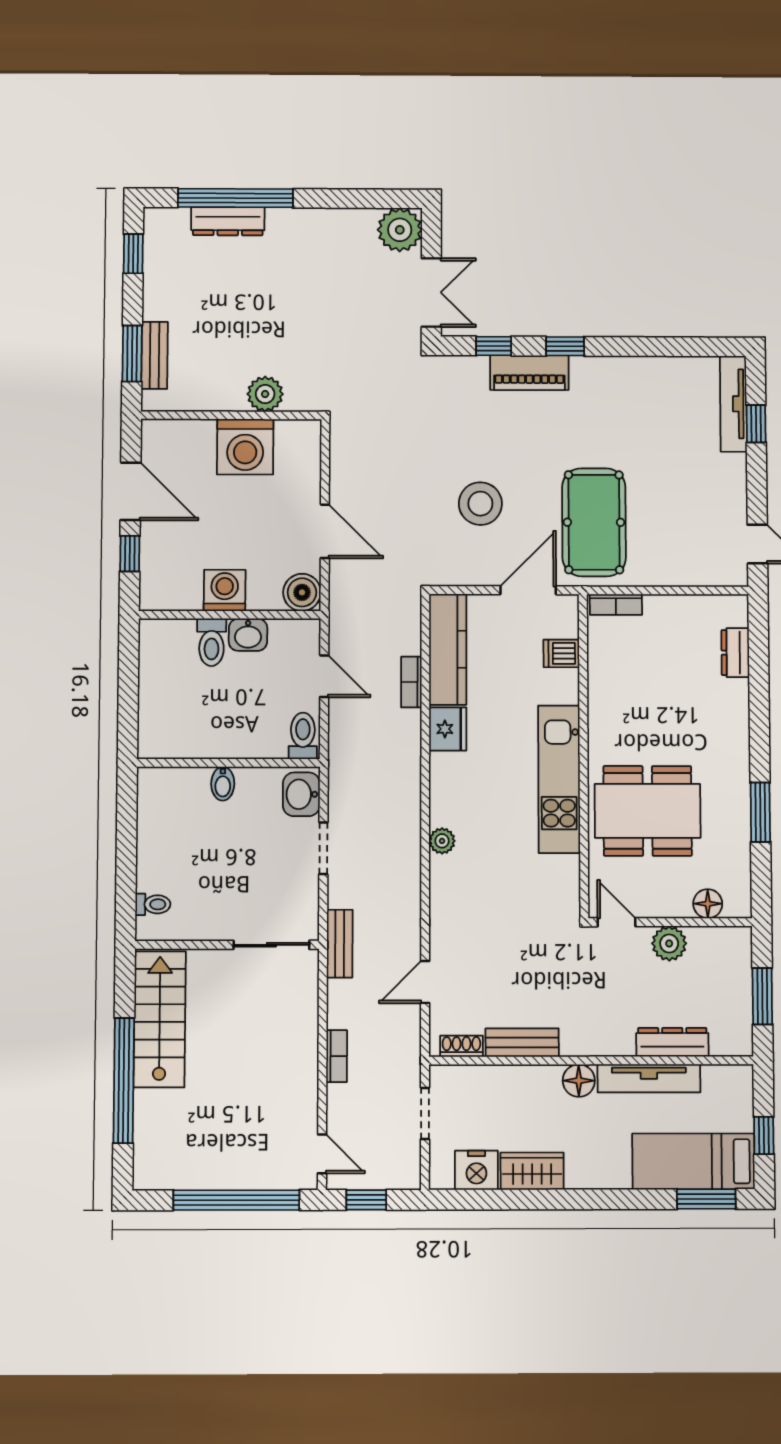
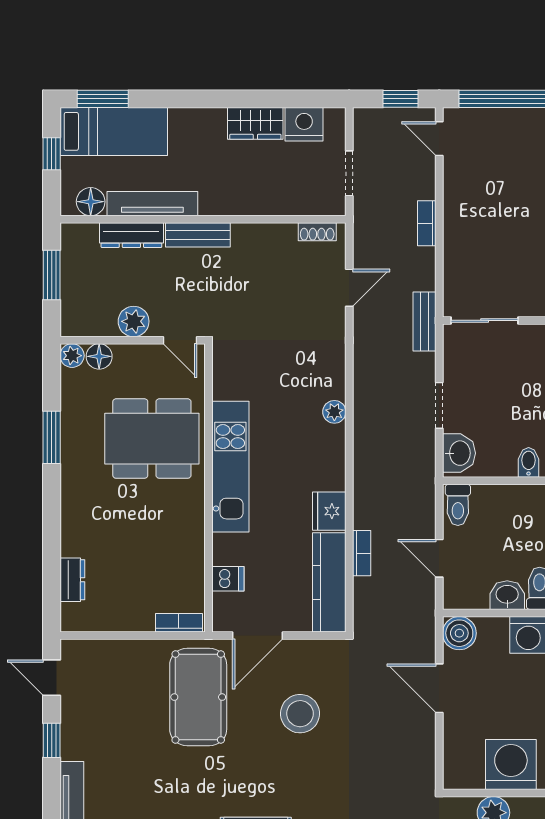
window: (756, 424) -> (52, 740), moved
plant: (738, 905) -> (72, 356), added
bench: (522, 1042) -> (198, 235), moved
floor lamp: (579, 1081) -> (91, 202), moved

